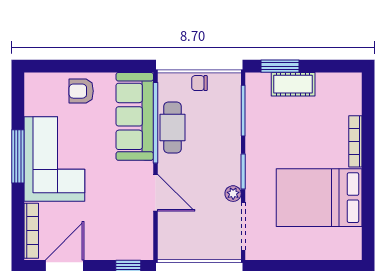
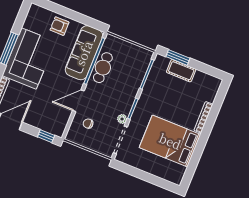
chair: (199, 83) -> (88, 124), moved
door: (156, 193) -> (78, 101), swing flipped

